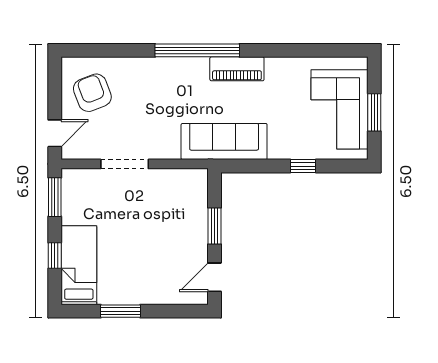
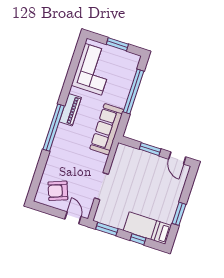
corner sofa: (340, 109) -> (93, 69), moved, turned -90
window: (303, 166) -> (134, 91), width x3.17

